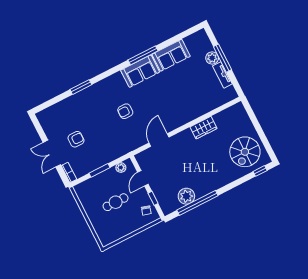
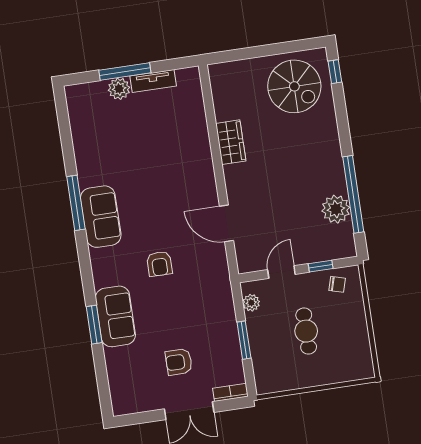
sofa: (171, 55) -> (115, 316), moved
armchair: (76, 139) -> (179, 362), turned -90
door: (143, 178) -> (281, 272), swing flipped

